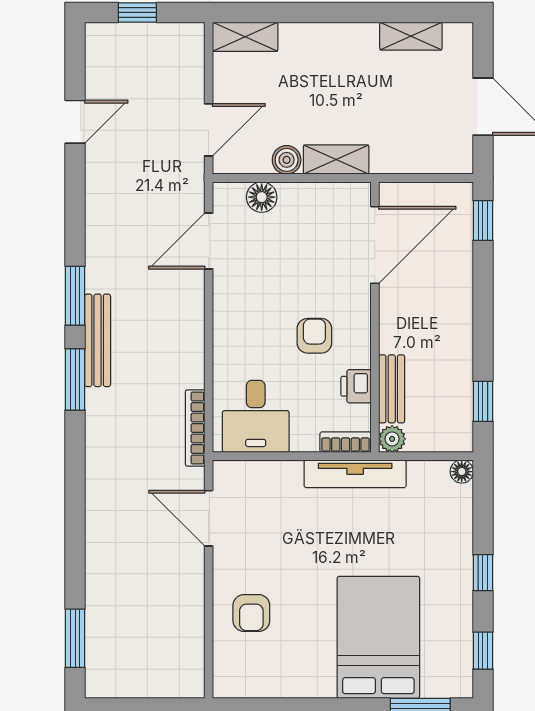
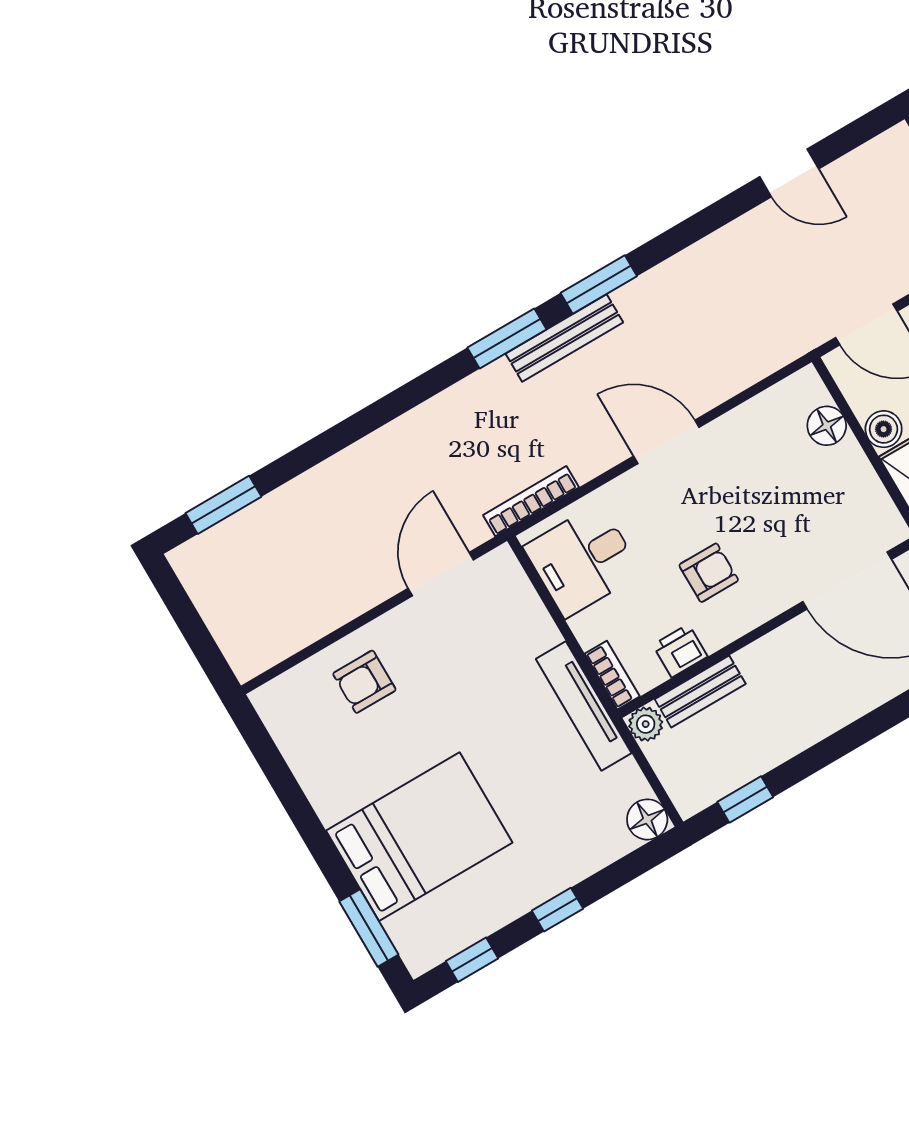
door: (209, 241) -> (666, 442), moved
floor lamp: (462, 472) -> (647, 819), width x1.37, depth x1.37

